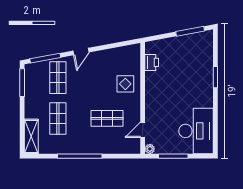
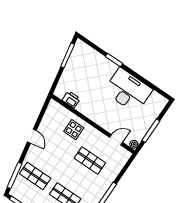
door: (81, 52) -> (32, 136), moved
shop shelf: (107, 118) -> (90, 160), turned 90
door: (143, 130) -> (116, 140), swing flipped
desk: (196, 131) -> (128, 90), moved

